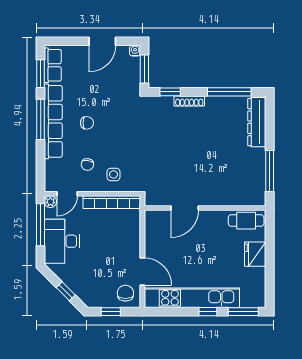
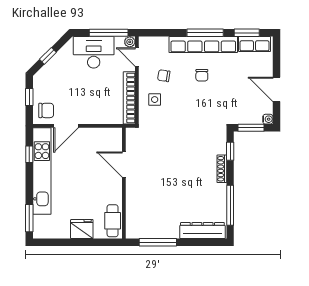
window: (208, 312) -> (29, 154), moved

